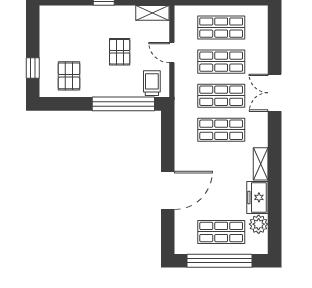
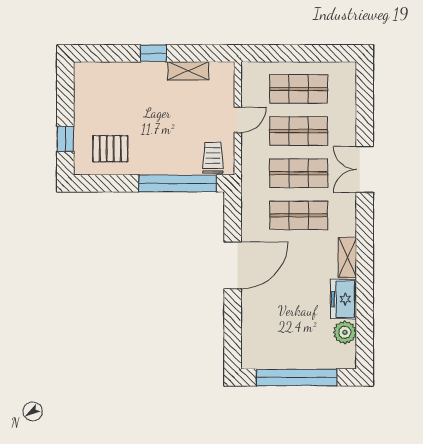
shelving: (152, 13) -> (188, 71), moved
pallet: (120, 52) -> (173, 119), removed
door: (172, 53) -> (238, 120), swing flipped
pallet: (69, 76) -> (110, 149), turned 90
door: (168, 190) -> (233, 265), moved
shop shelf: (221, 232) -> (299, 342), removed

